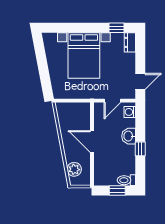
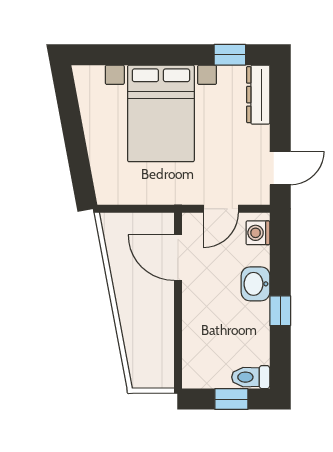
dresser: (130, 42) -> (258, 95), width x1.44
door: (92, 142) -> (178, 258), moved
plant: (74, 169) -> (140, 354), removed

